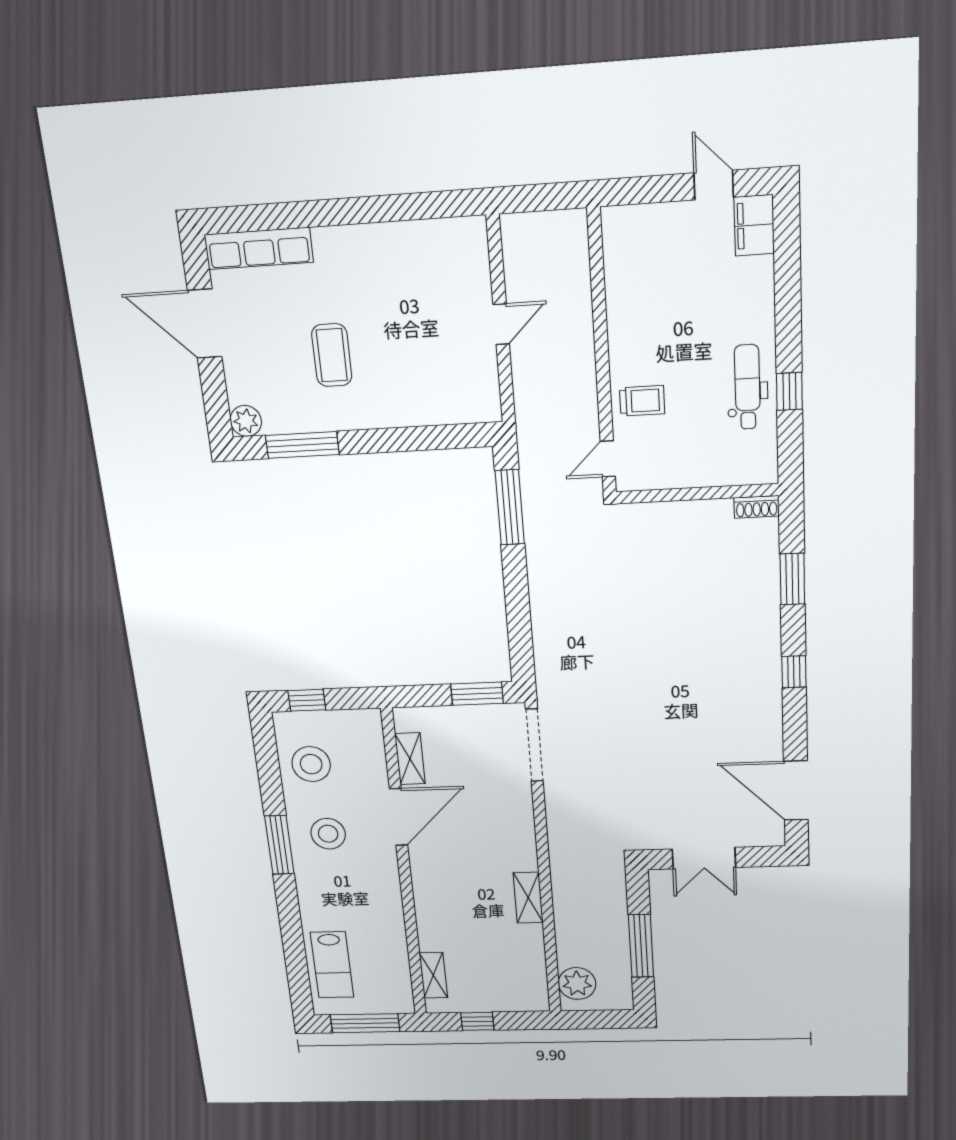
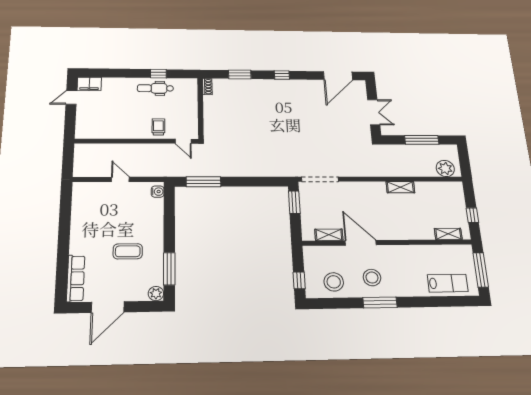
water cooler: (478, 410) -> (158, 192), added

